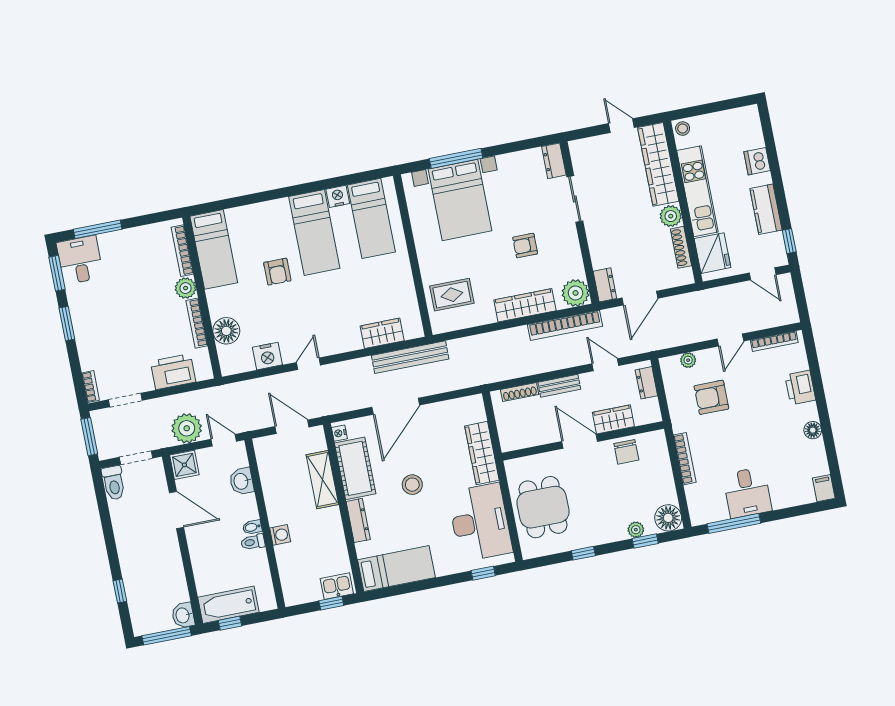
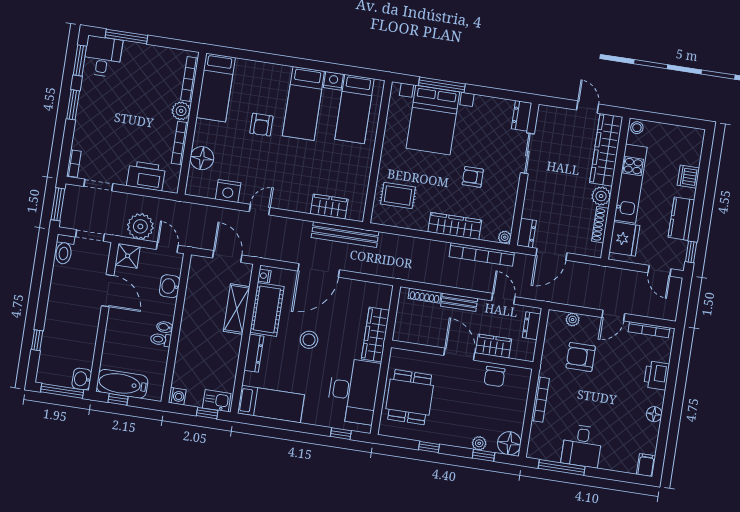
plant: (575, 293) -> (505, 237), width x0.53, depth x0.53
washing machine: (280, 535) -> (177, 396), moved

